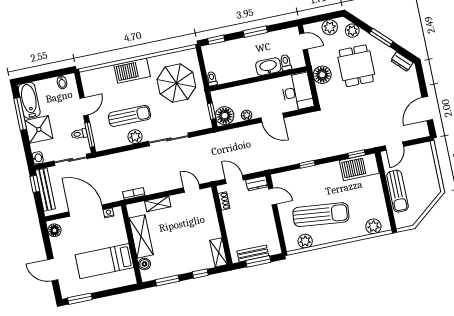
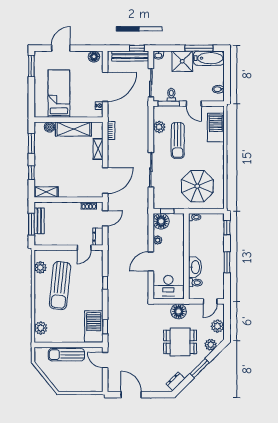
barbecue: (132, 71) -> (216, 128), moved
plant: (135, 137) -> (159, 127), moved
door: (192, 188) -> (105, 181), width x1.87

